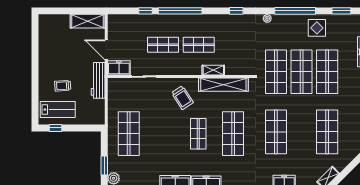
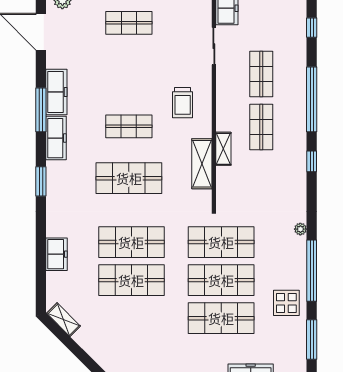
window: (145, 11) -> (312, 28), moved
window: (236, 11) -> (312, 161), moved
window: (341, 11) -> (312, 339), width x1.44
shelving: (223, 85) -> (202, 164), width x0.68
trolley: (182, 98) -> (183, 103), turned -57
shop shelf: (327, 132) -> (131, 280), moved
shop shelf: (129, 134) -> (129, 23), width x0.70, depth x0.74

